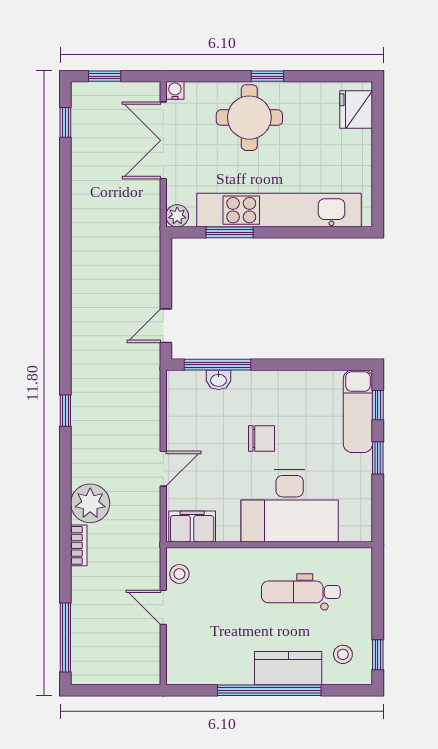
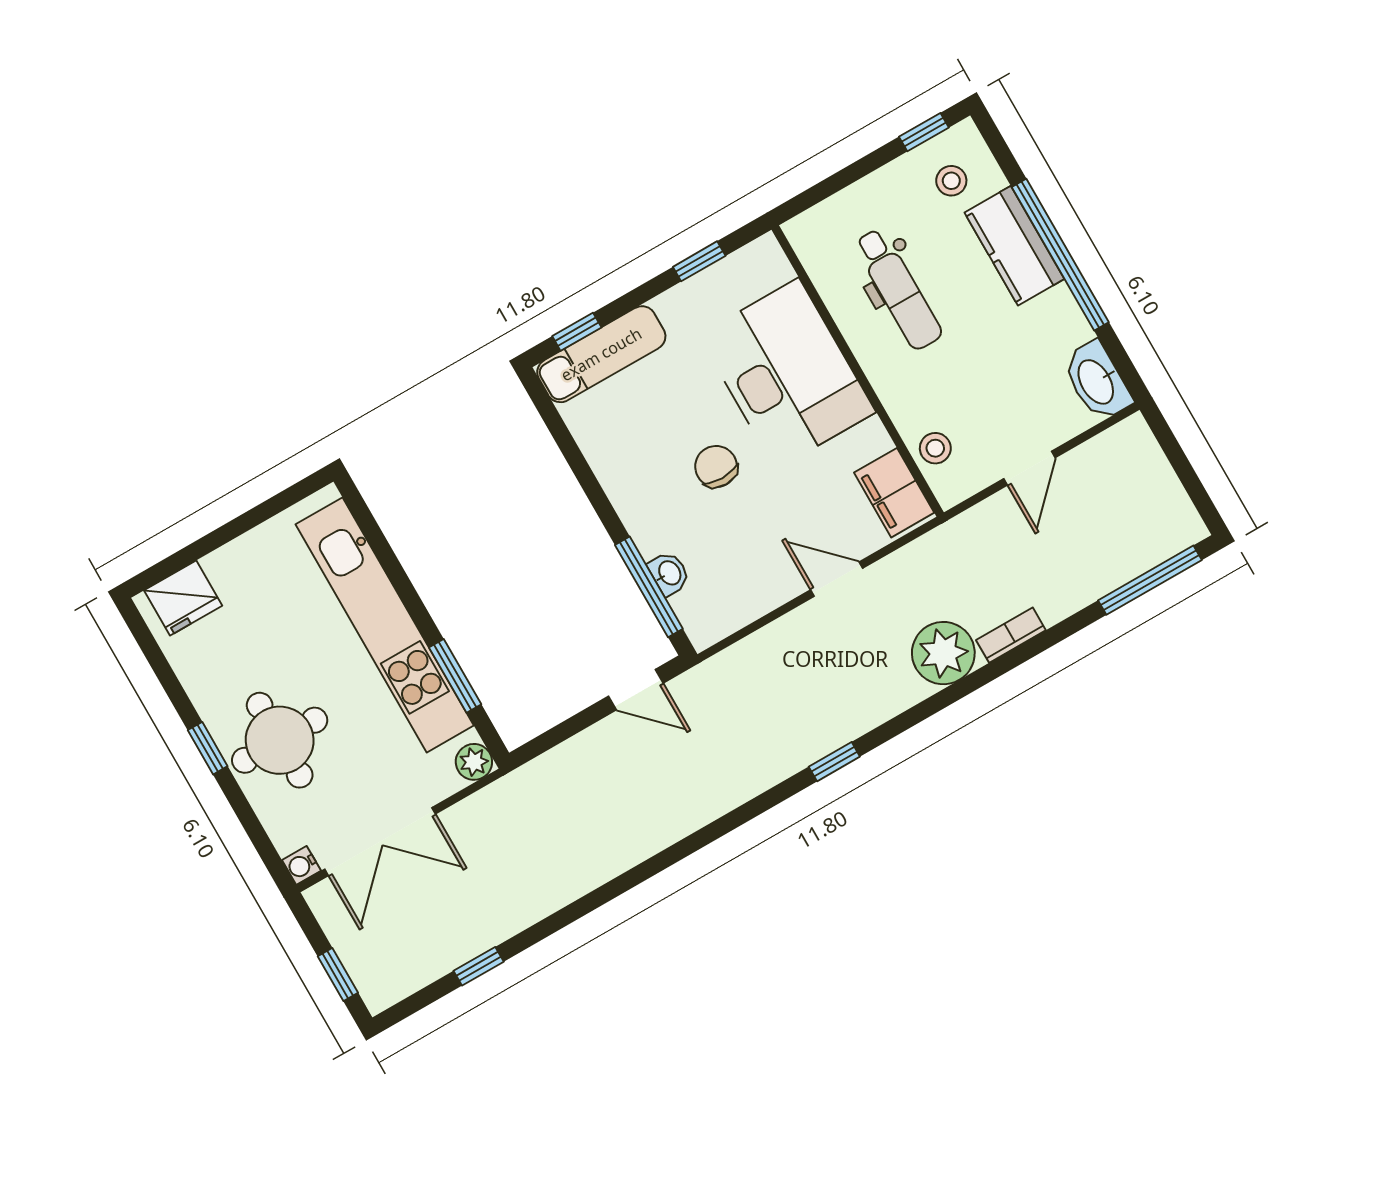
window: (65, 122) -> (479, 966), moved
window: (378, 458) -> (699, 261), moved
stool: (179, 574) -> (935, 448), moved
washbasin: (189, 671) -> (1097, 381), added

